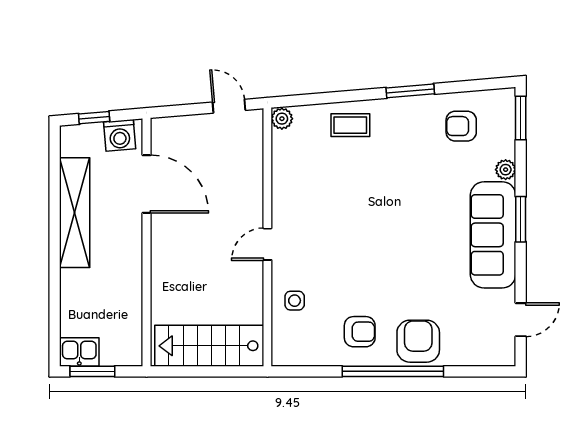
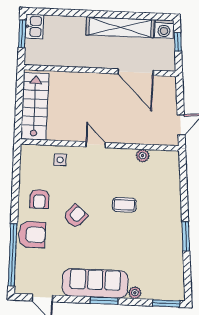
plant: (282, 119) -> (143, 156), moved
coffee table: (350, 125) -> (124, 205), moved, turned 90
armchair: (461, 126) -> (76, 216), moved, turned 41
washing machine: (120, 135) -> (164, 29), moved, turned -85
door: (147, 184) -> (136, 72), hinge flipped
window: (393, 371) -> (13, 255), moved

